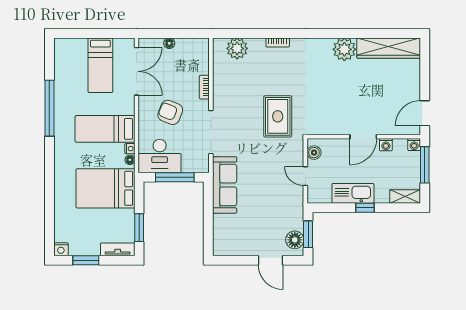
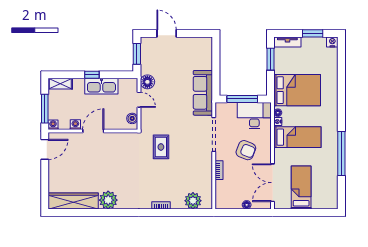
rug: (278, 116) -> (161, 147), width x0.73, depth x0.70
floor lamp: (295, 240) -> (147, 82), moved

